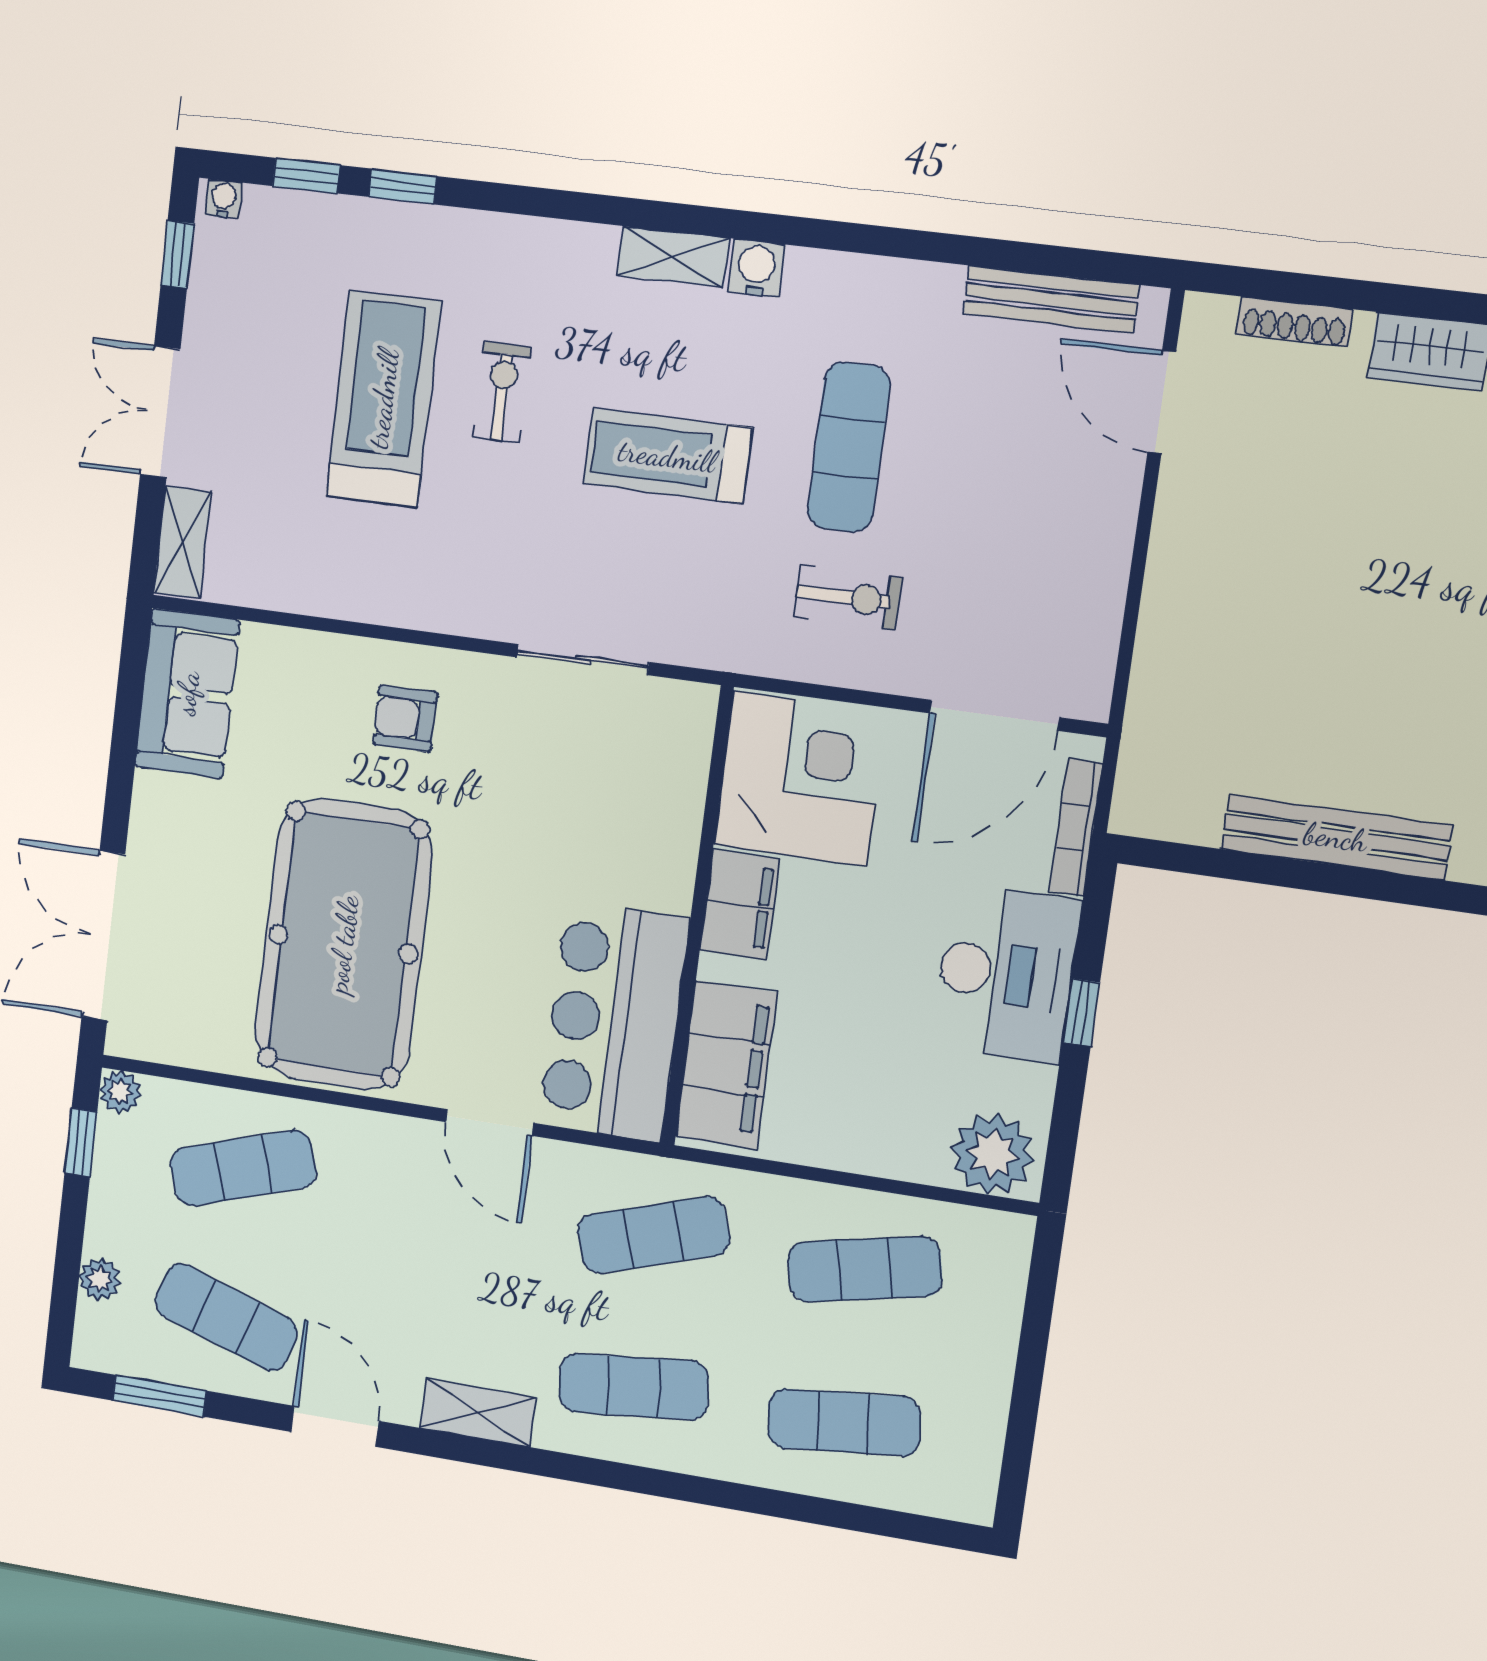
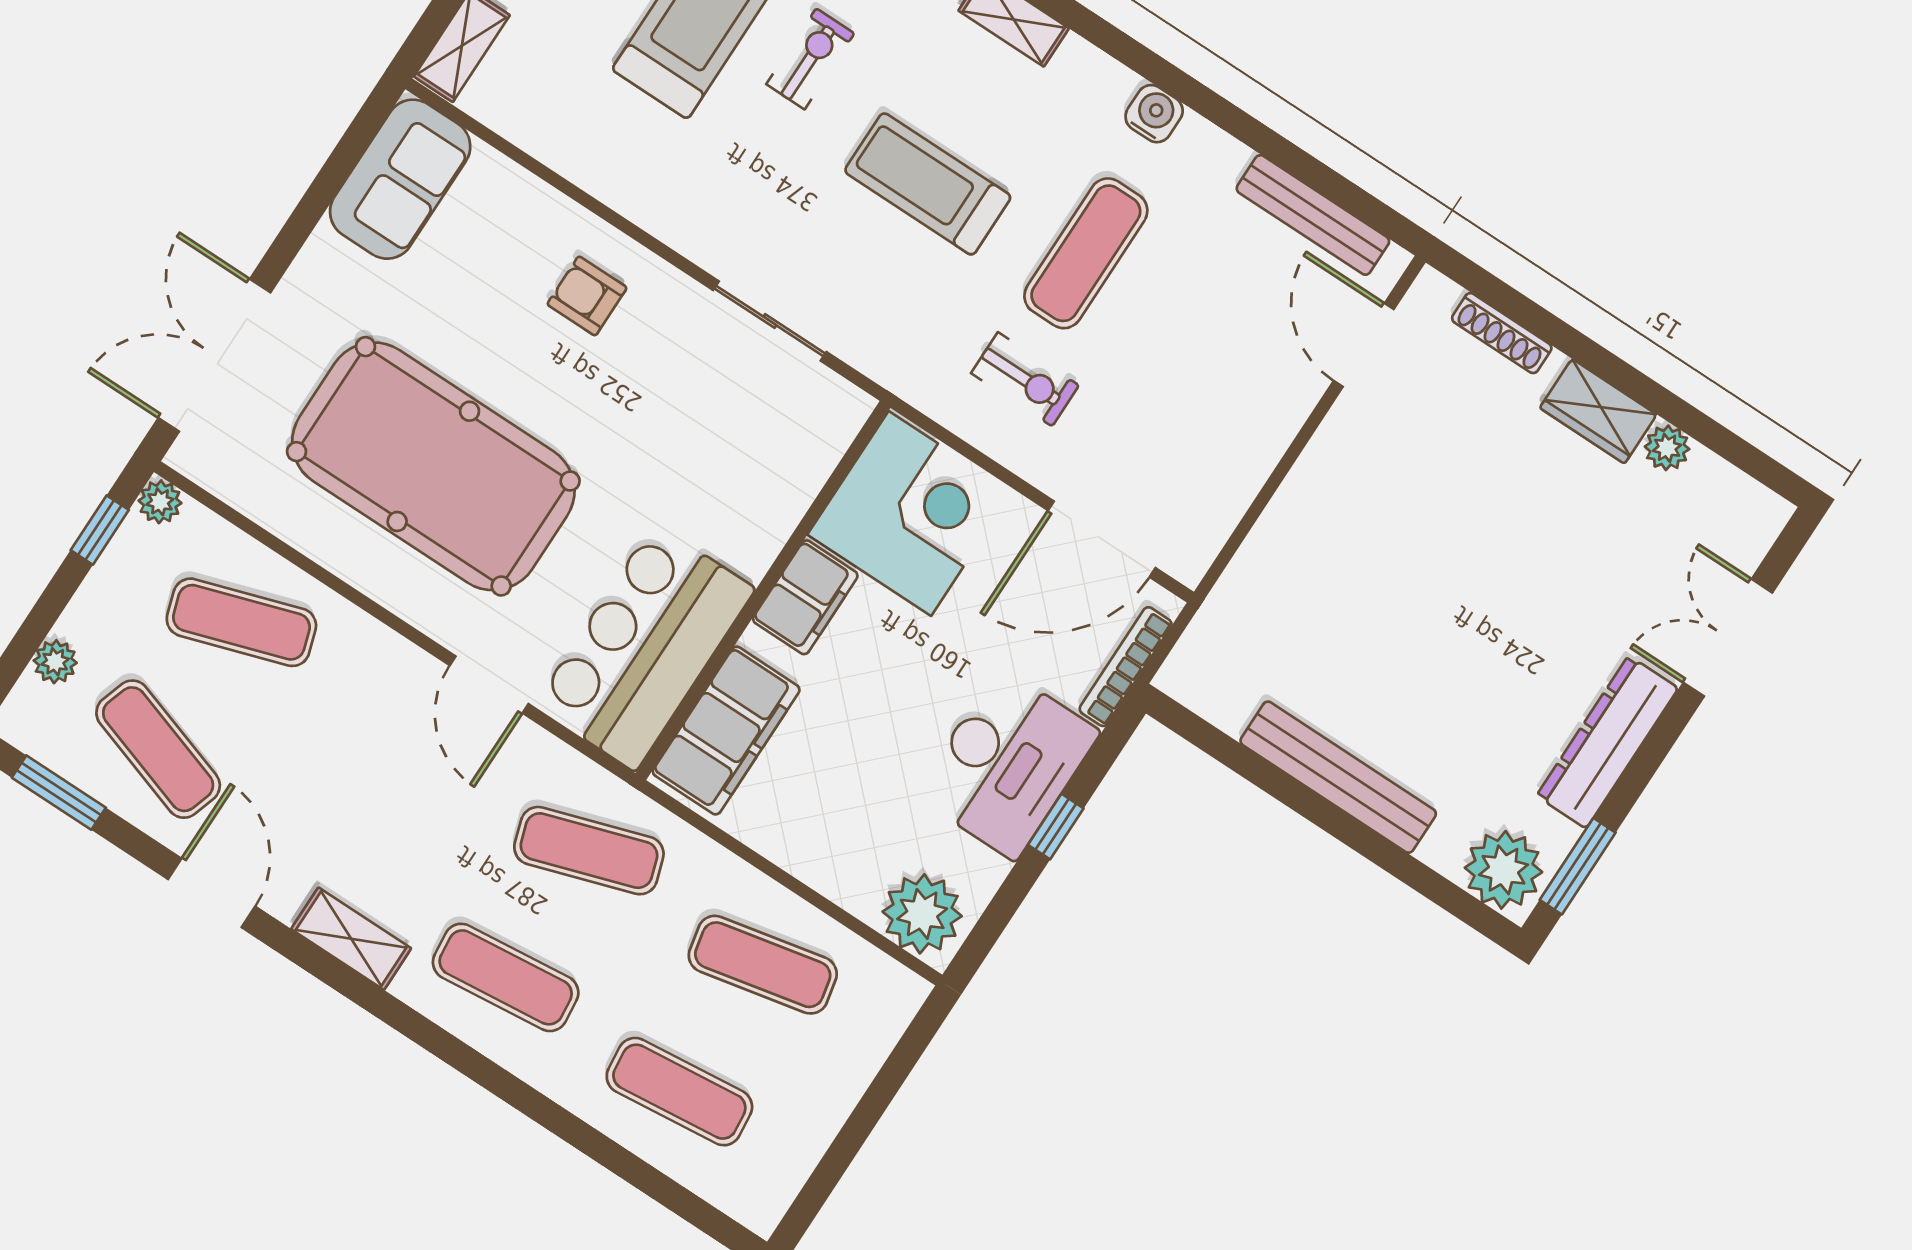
water cooler: (757, 268) -> (1154, 114), moved
pool table: (343, 944) -> (433, 466), turned 90

